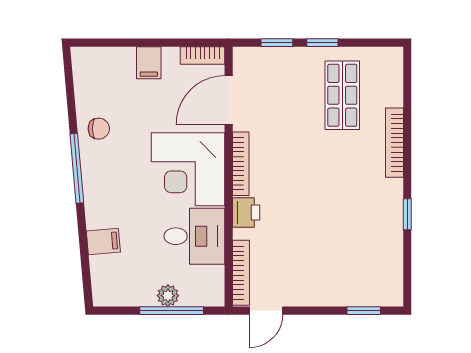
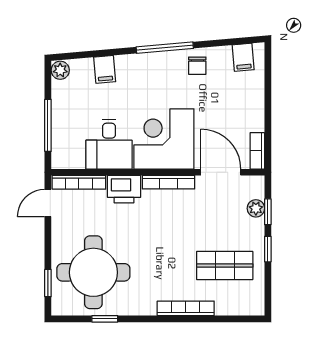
plant: (273, 57) -> (256, 208), added
filing cabinet: (149, 63) -> (243, 57), moved, turned -95
printer: (246, 213) -> (124, 189), width x1.36, depth x1.24
window: (407, 214) -> (105, 319), moved
round table: (351, 255) -> (93, 272), added
plant: (168, 296) -> (60, 70), moved
door: (266, 311) -> (48, 203), hinge flipped

